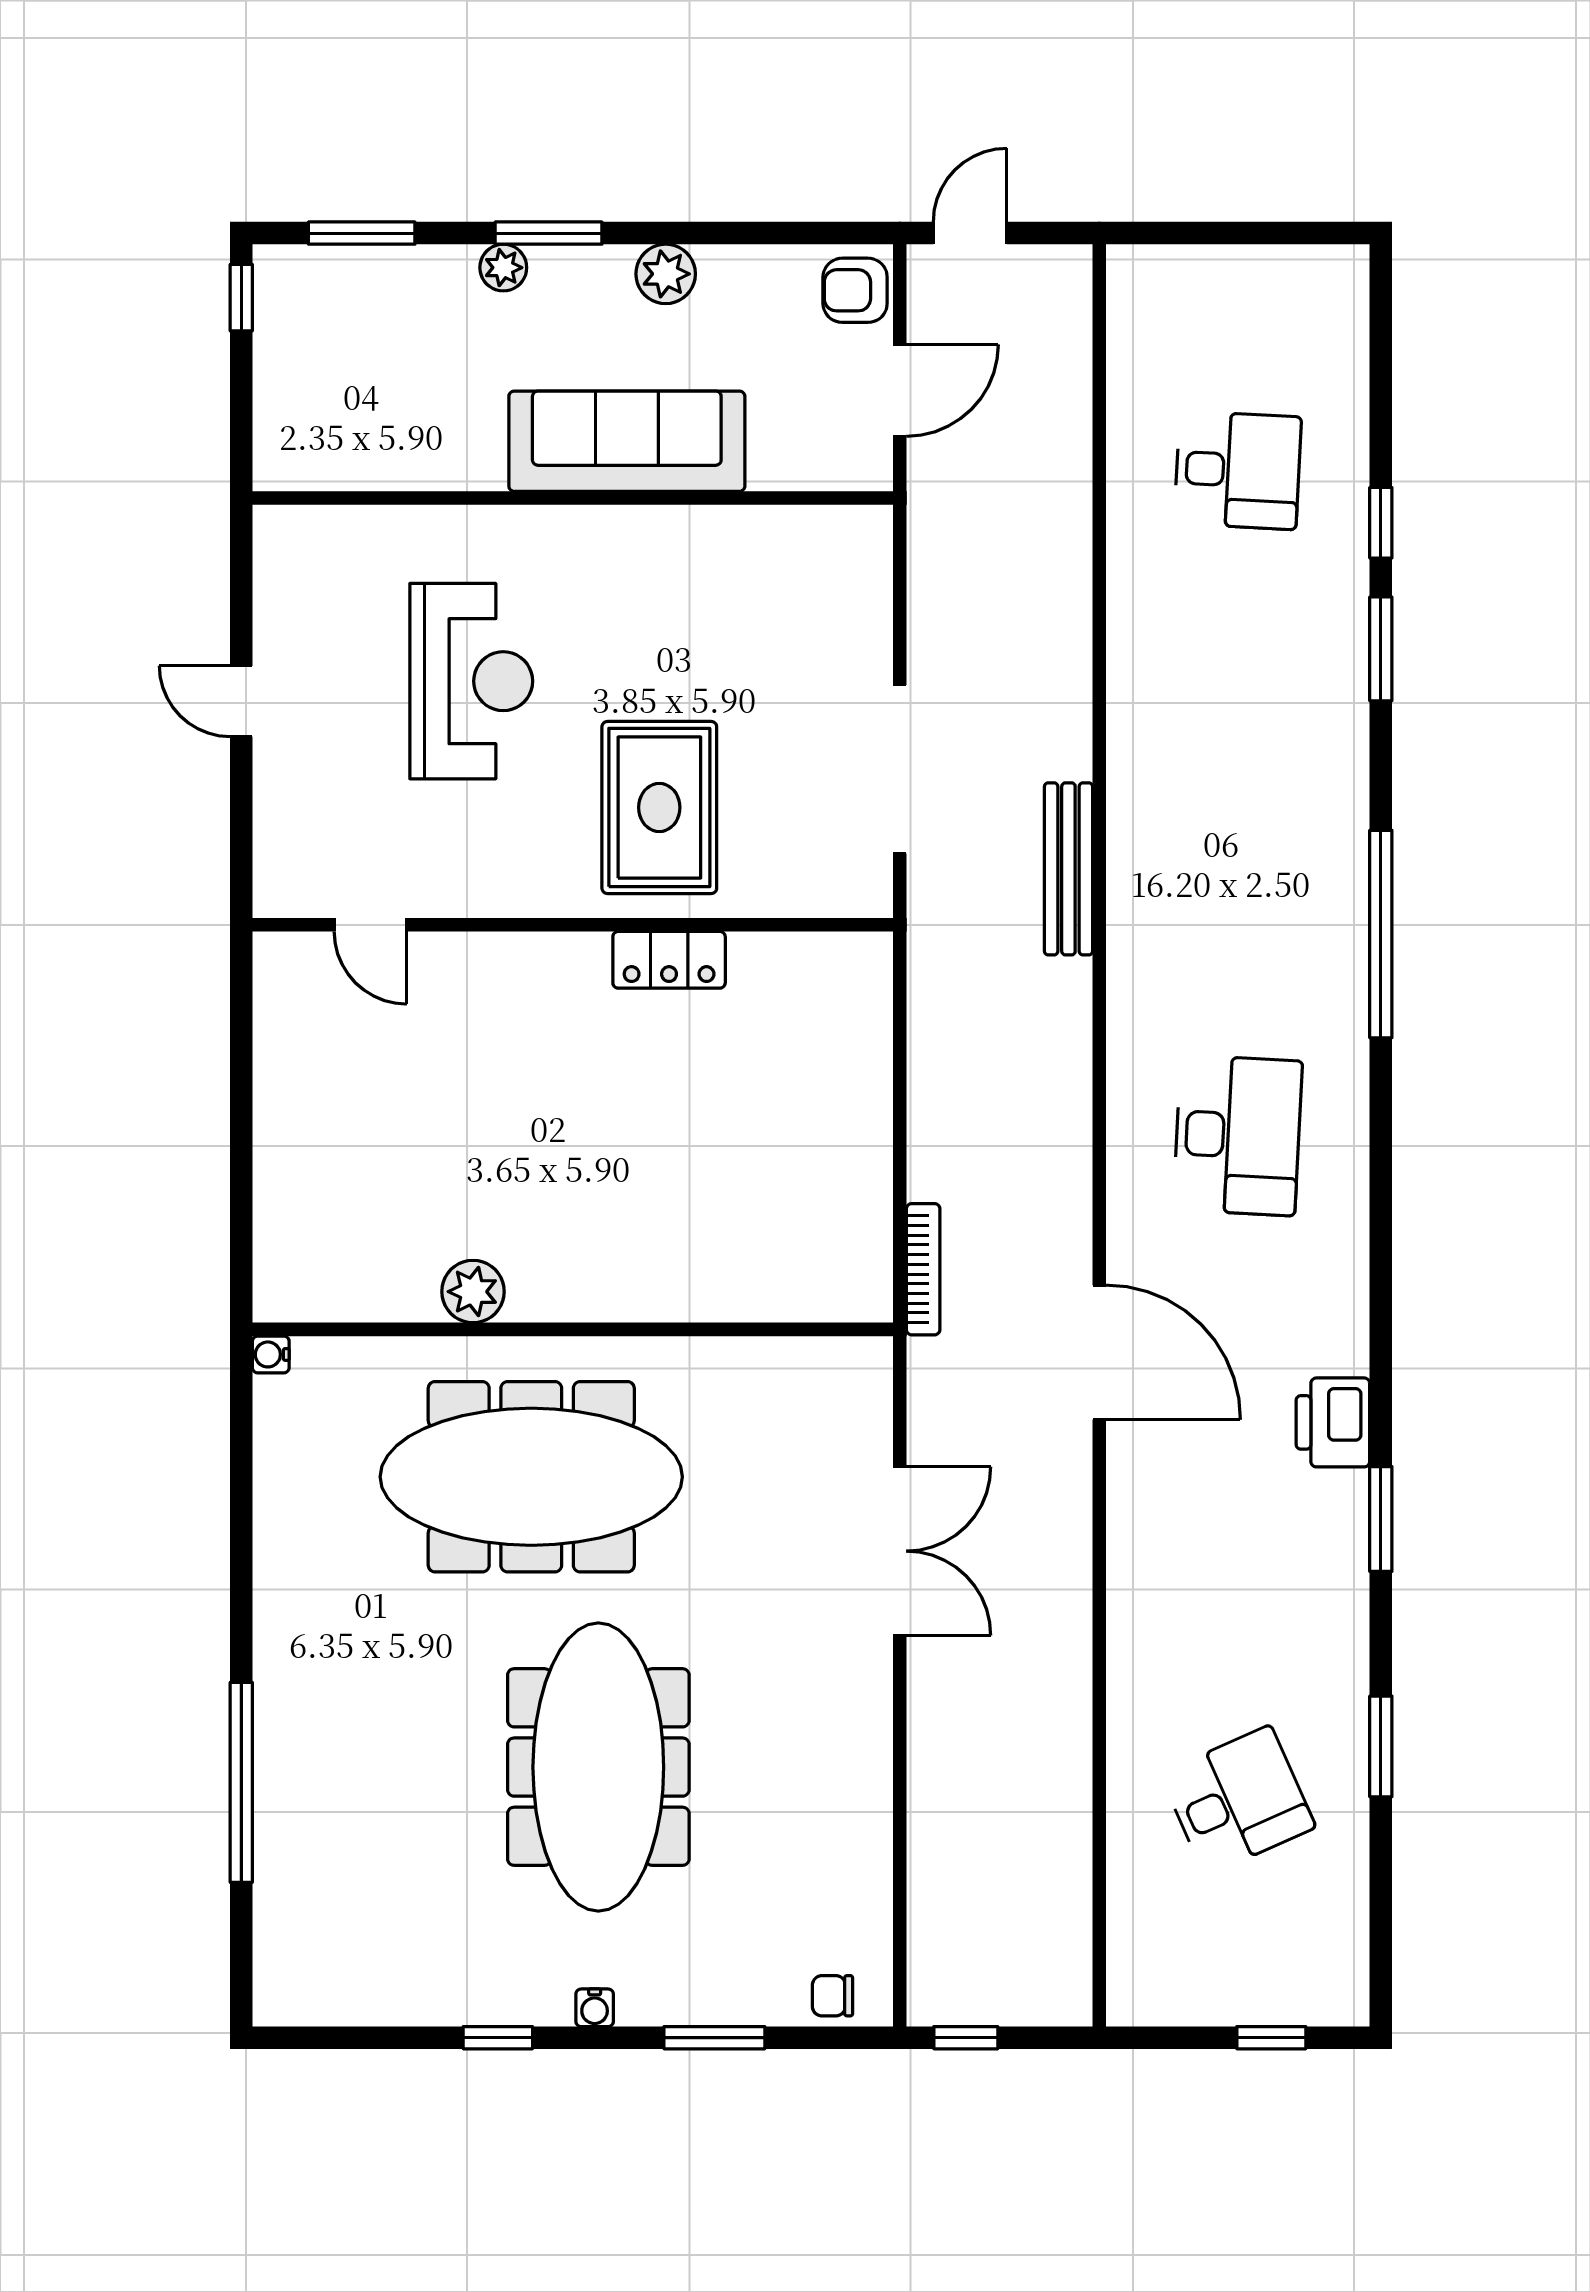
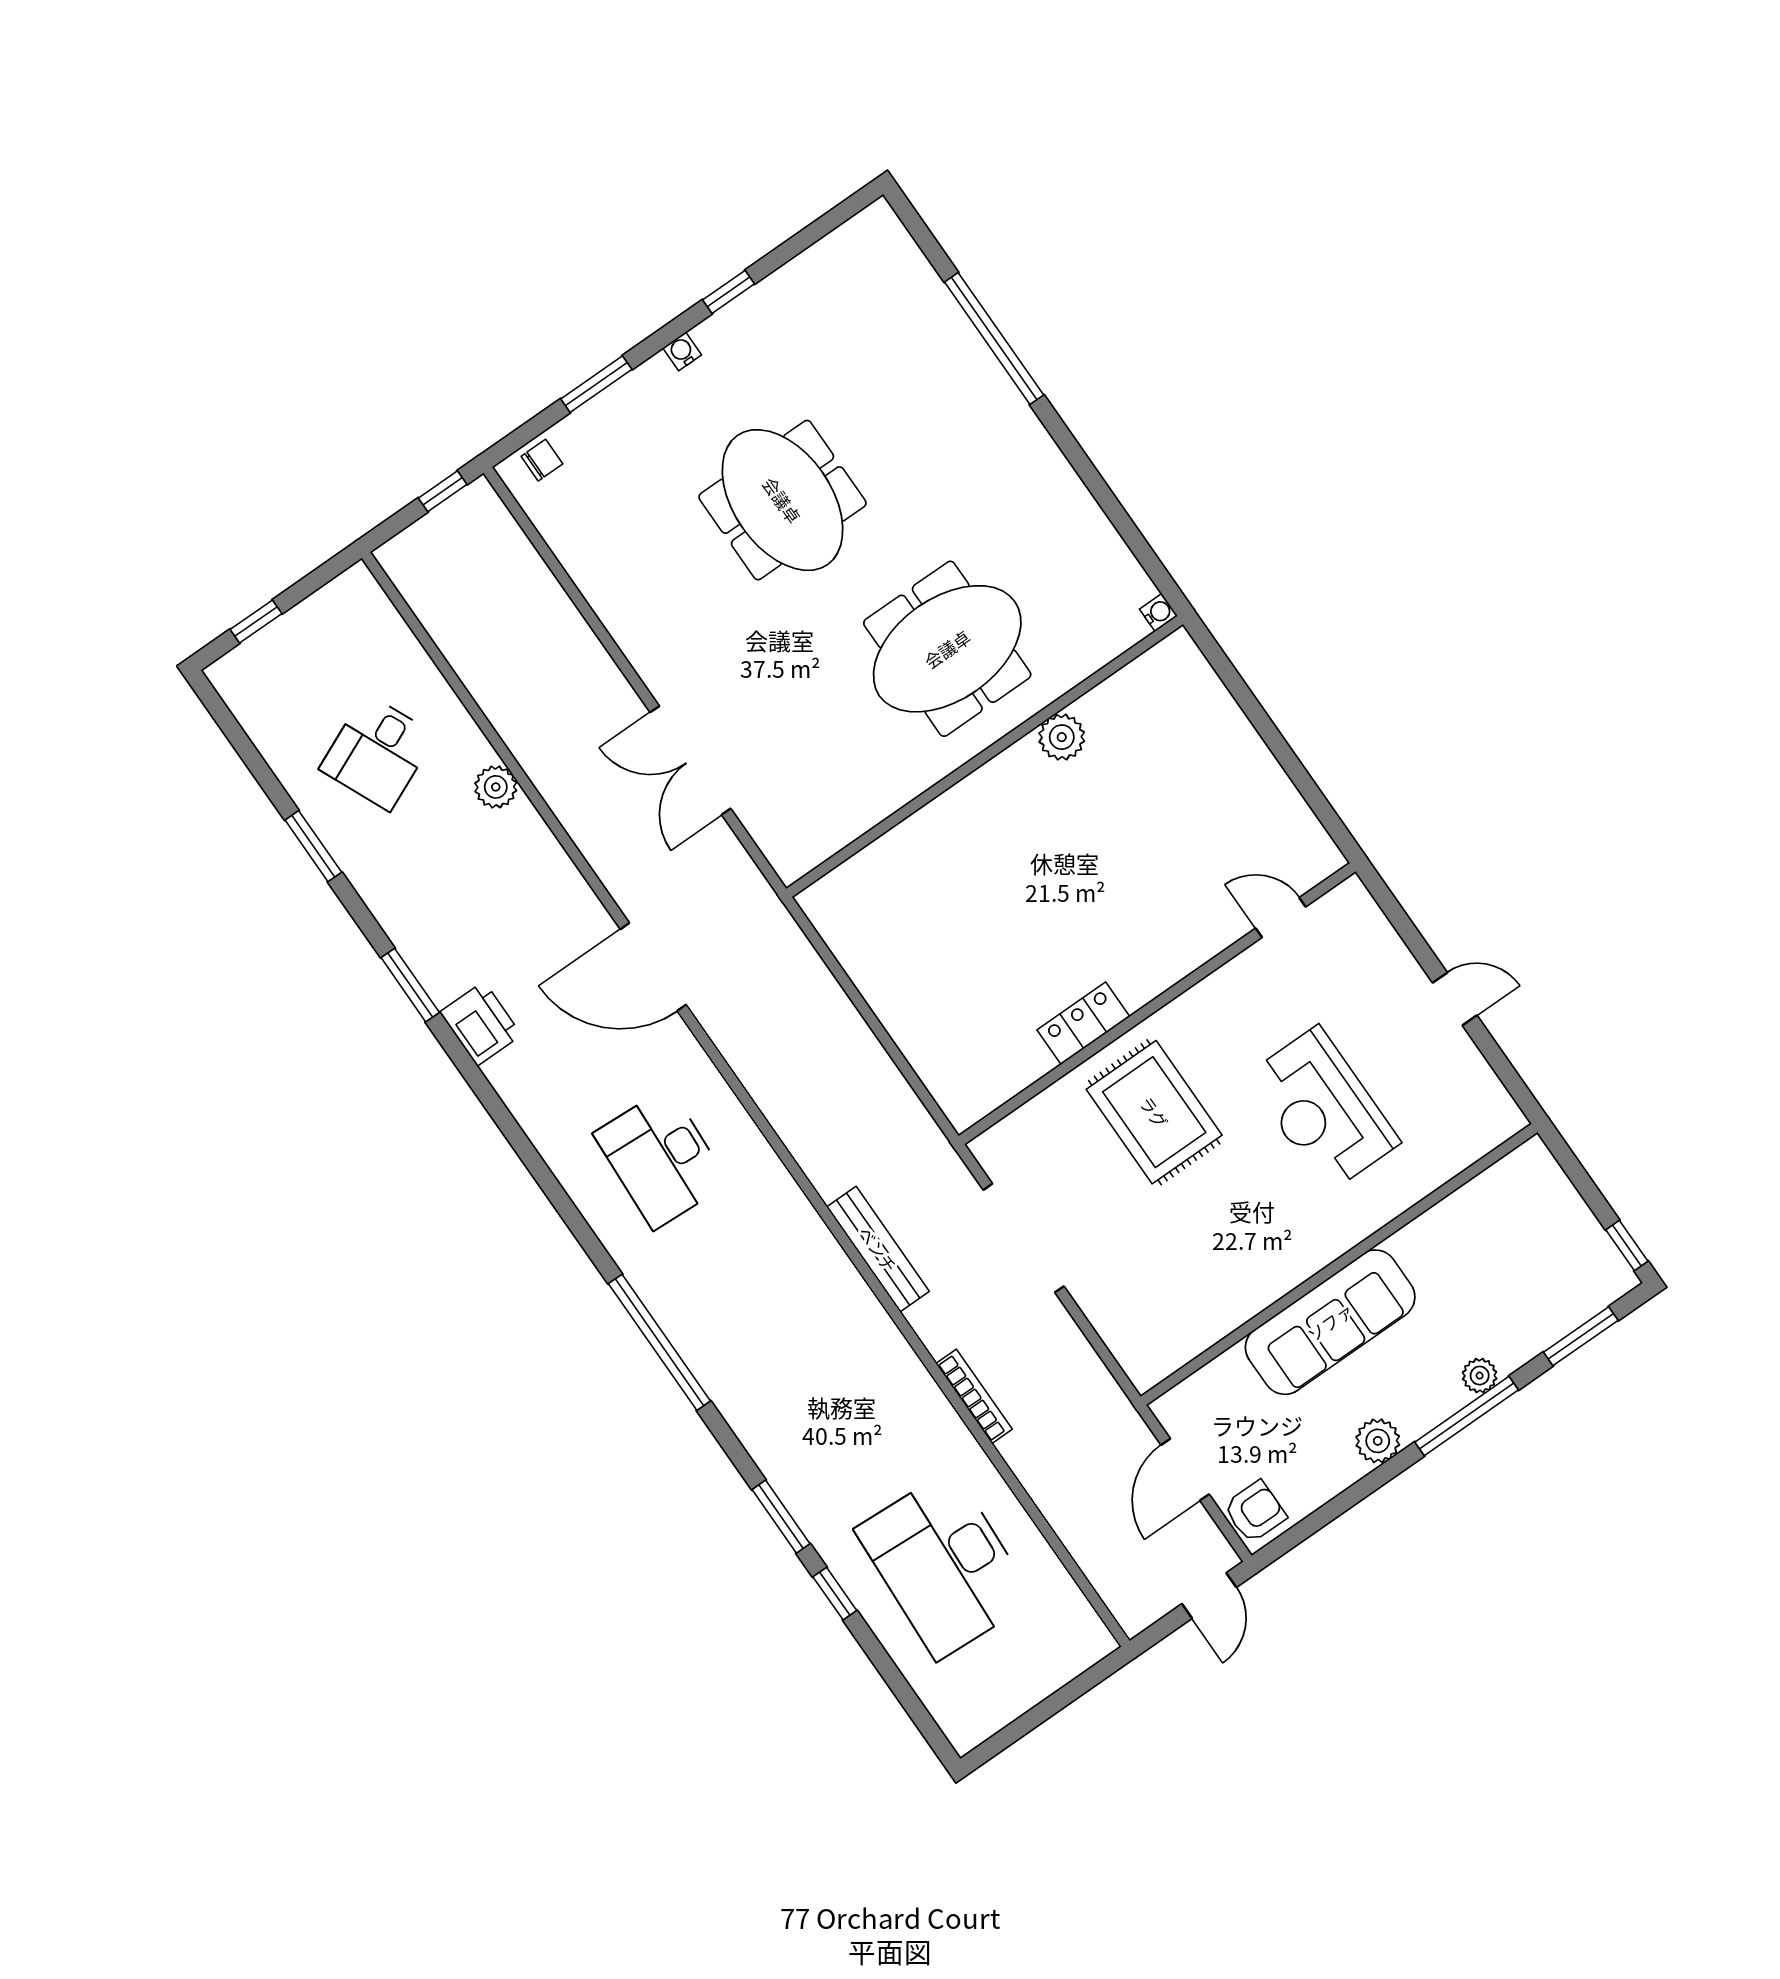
window: (549, 233) -> (1467, 1416), width x1.44
desk: (1238, 470) -> (944, 1565), width x1.87, depth x1.30
bookcase: (923, 1269) -> (974, 1396), moved, turned 180
meeting table: (531, 1477) -> (947, 649), width x0.73
plant: (1134, 1671) -> (496, 787), added
meeting table: (598, 1767) -> (782, 500), width x0.73

